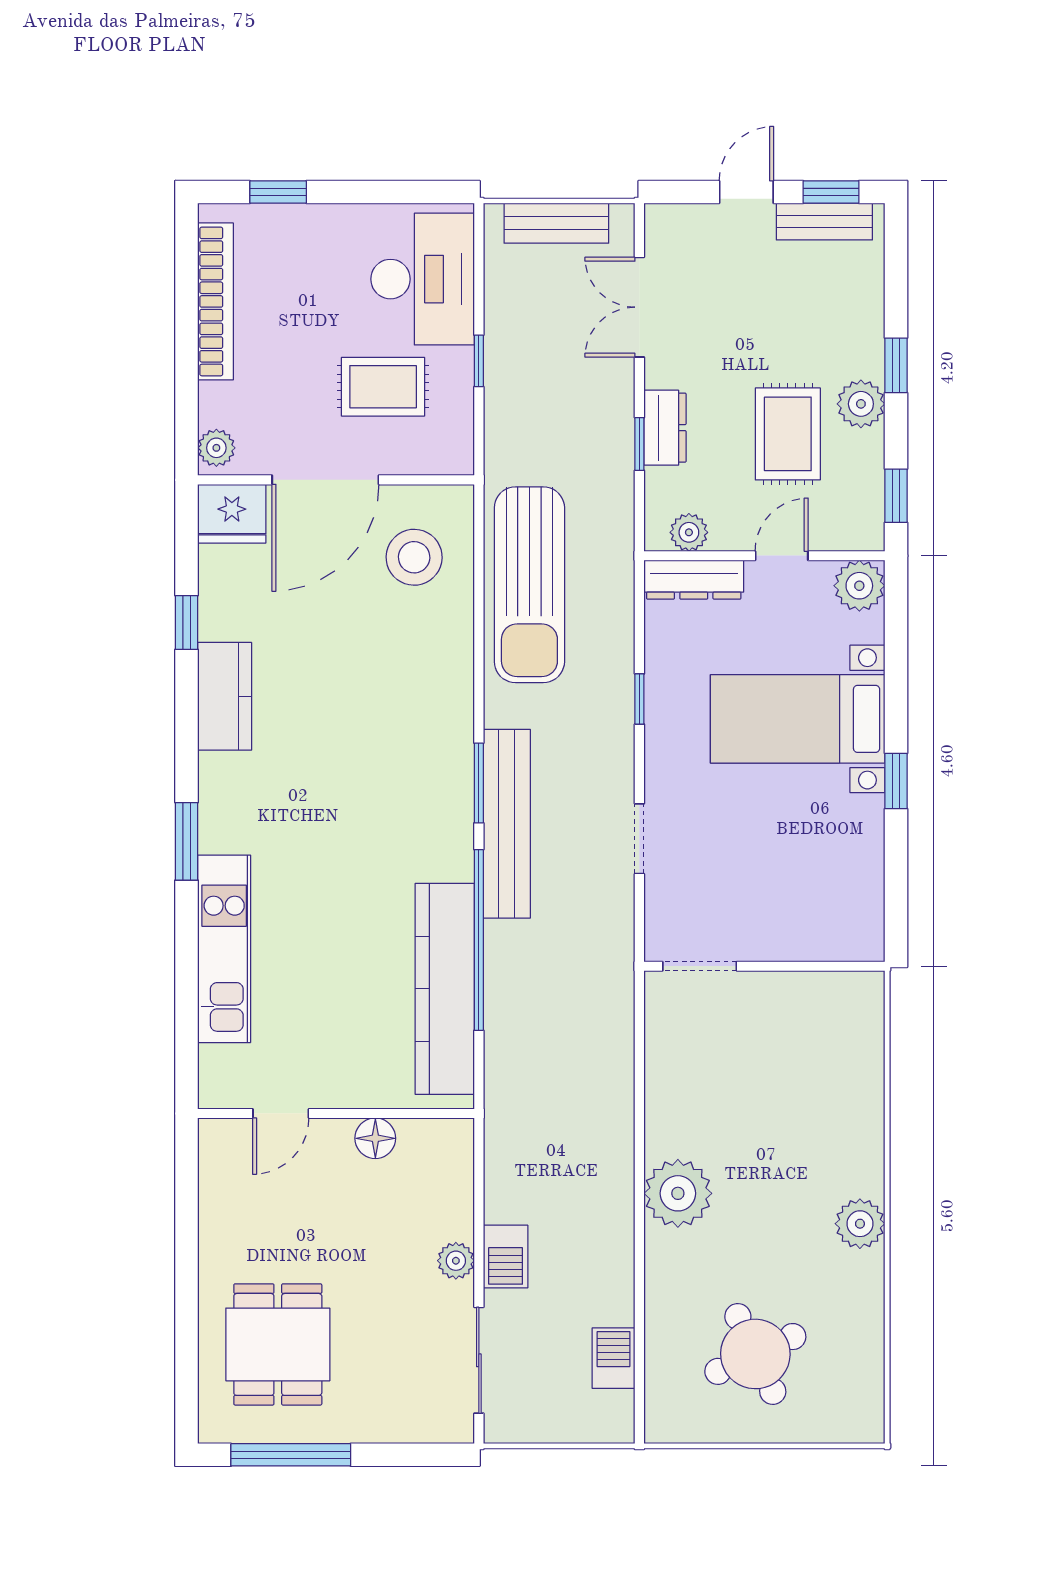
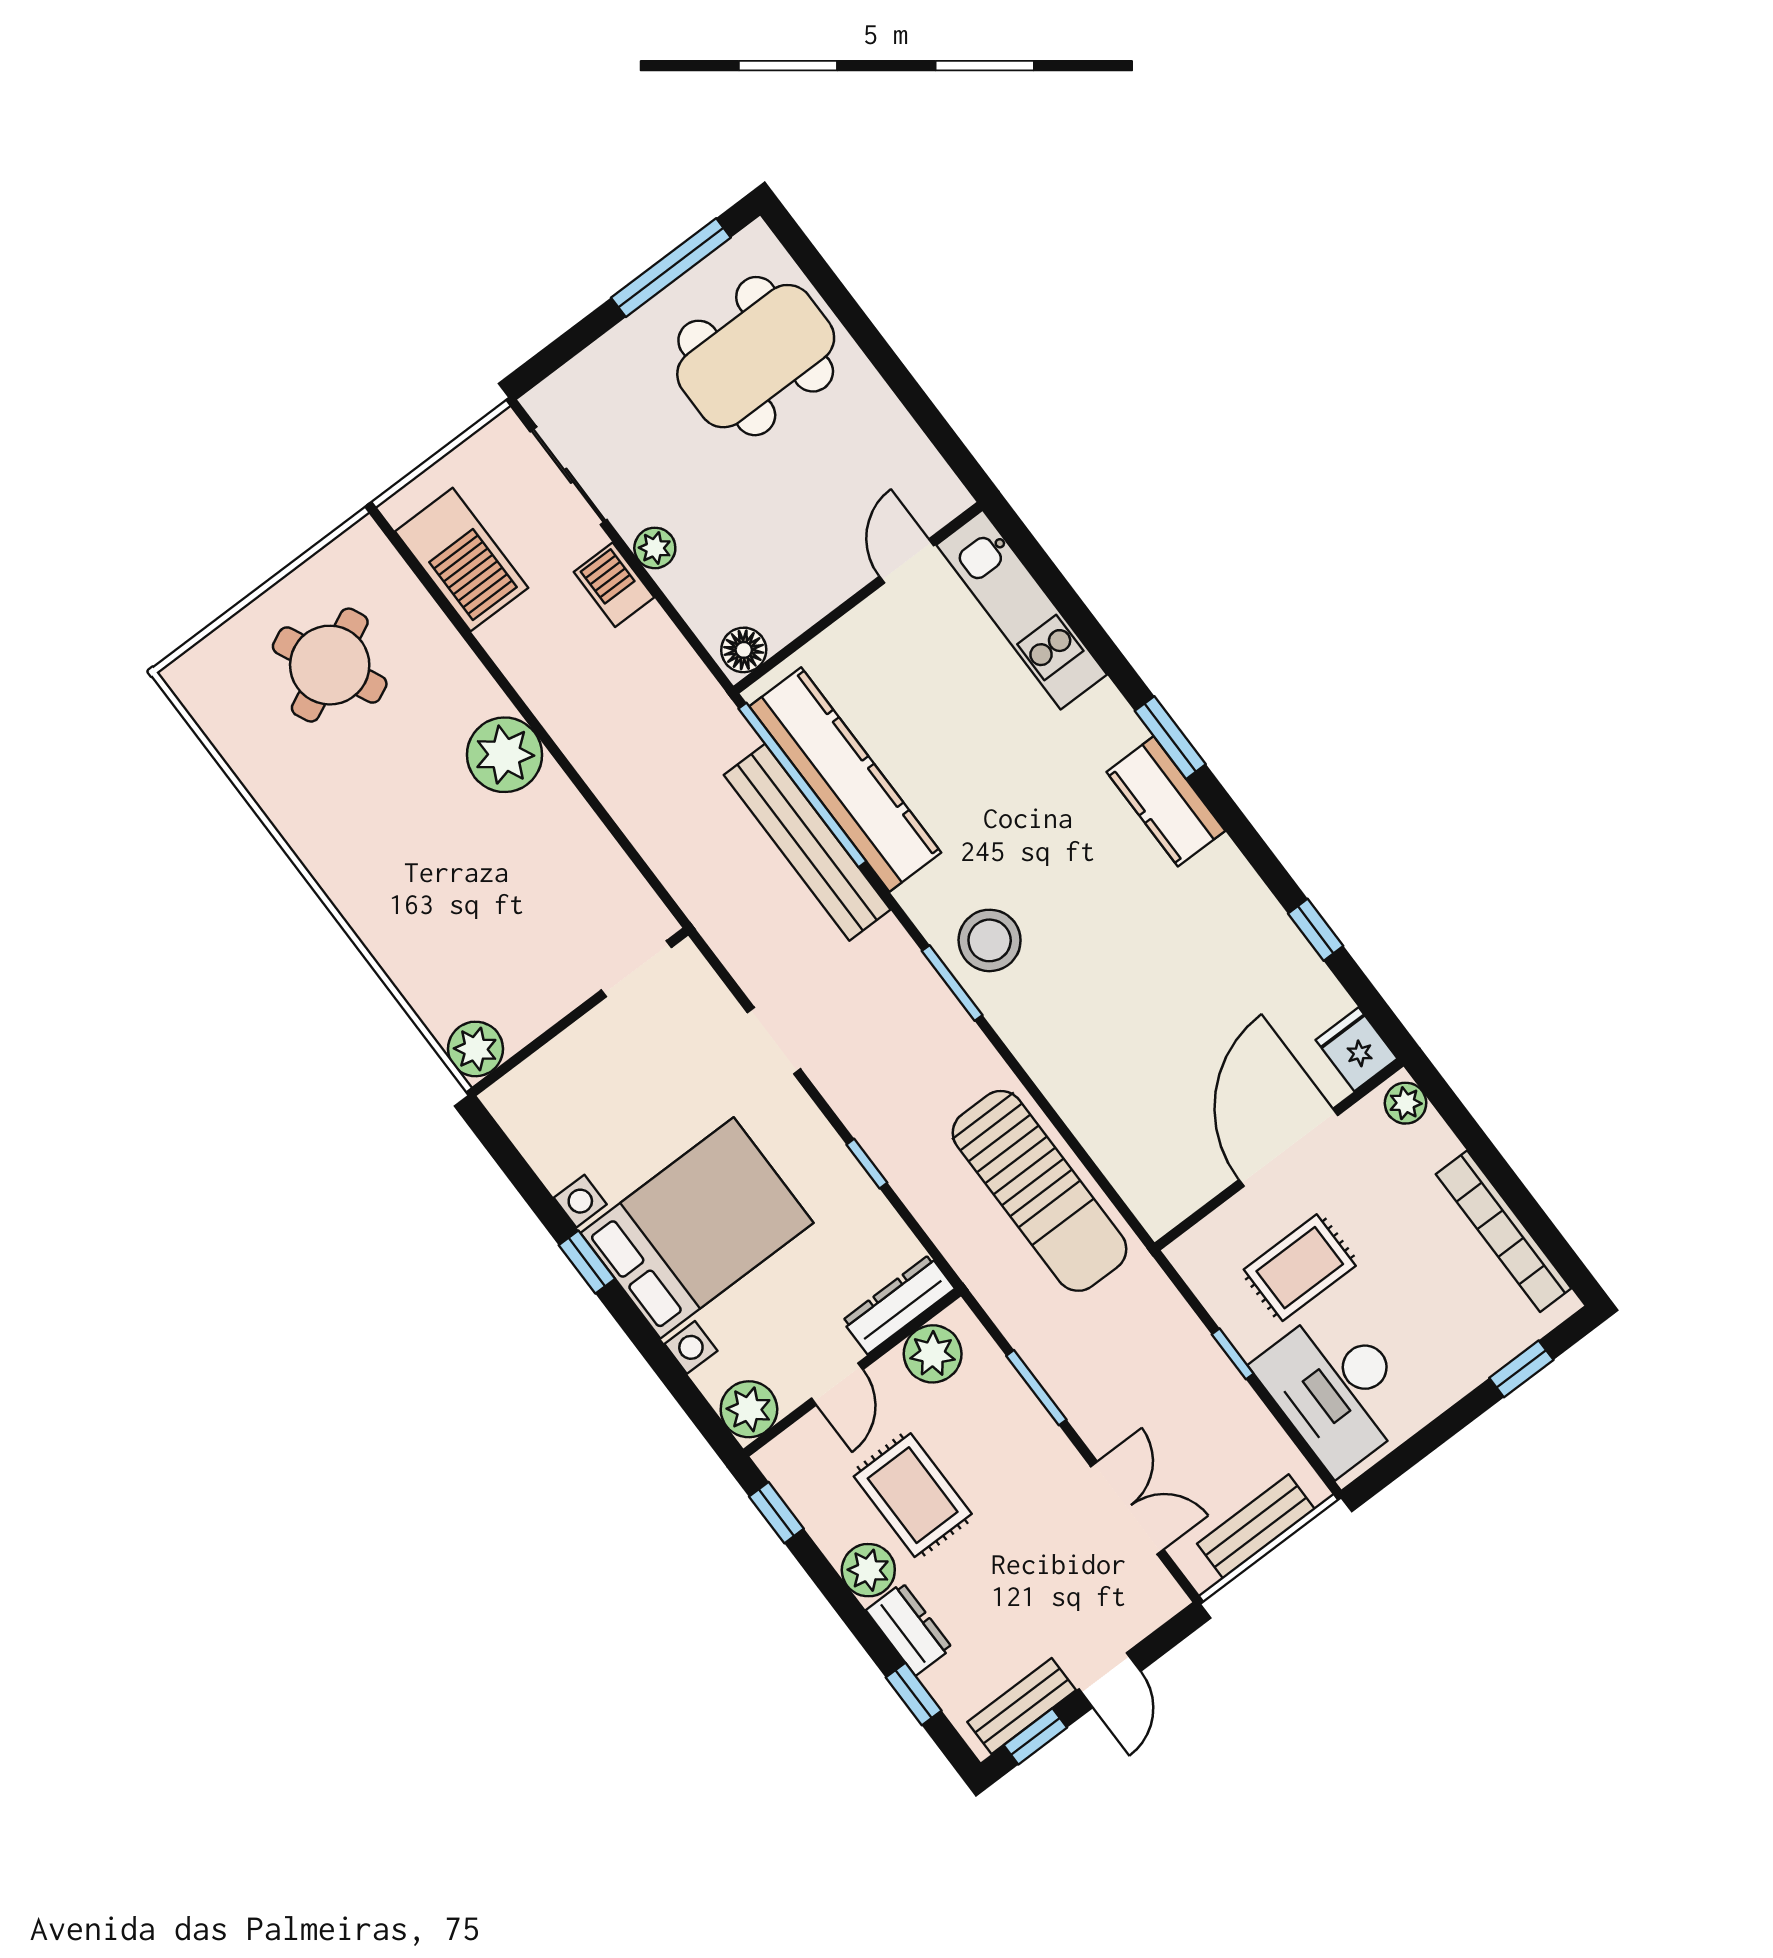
window: (896, 365) -> (914, 1694), moved
dresser: (665, 428) -> (909, 1629), moved, turned 180
window: (639, 444) -> (1036, 1388), width x1.50
fridge: (232, 514) -> (1357, 1049), width x0.72
plant: (689, 532) -> (933, 1354), width x1.38, depth x1.38
stool: (414, 557) -> (990, 940), moved
sun lounger: (529, 585) -> (1040, 1191), turned 180
kitchen counter: (225, 696) -> (1166, 801), moved
bed with nightstands: (798, 719) -> (697, 1228), width x1.36
bench: (507, 824) -> (807, 842), moved
window: (479, 940) -> (802, 785), moved
kitchen unit: (224, 949) -> (1022, 610), moved
floor lamp: (375, 1138) -> (744, 650), moved
plant: (860, 1224) -> (476, 1049), moved
dining table: (278, 1344) -> (756, 356), width x1.38
barbecue: (614, 1358) -> (462, 560), width x1.88, depth x1.53

